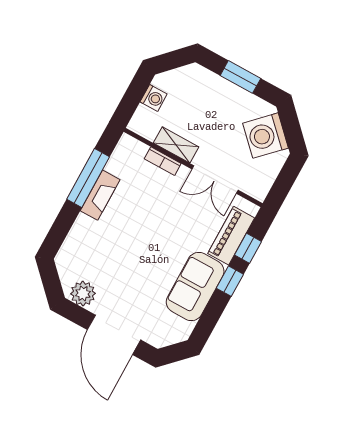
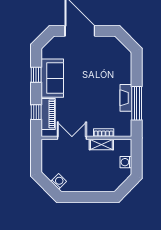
window: (240, 77) -> (88, 197), removed
washing machine: (266, 136) -> (59, 181), width x0.53, depth x0.53
window: (230, 281) -> (36, 75), moved
plant: (83, 294) -> (107, 43), removed

